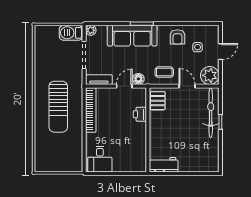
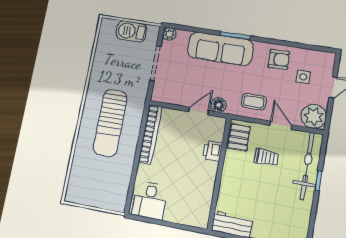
barbecue: (71, 33) -> (131, 31), moved
armchair: (177, 37) -> (279, 60), turned -92
tv unit: (99, 80) -> (168, 97), removed
trolley: (180, 112) -> (266, 157), added

